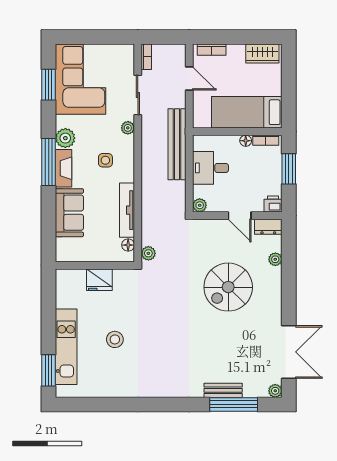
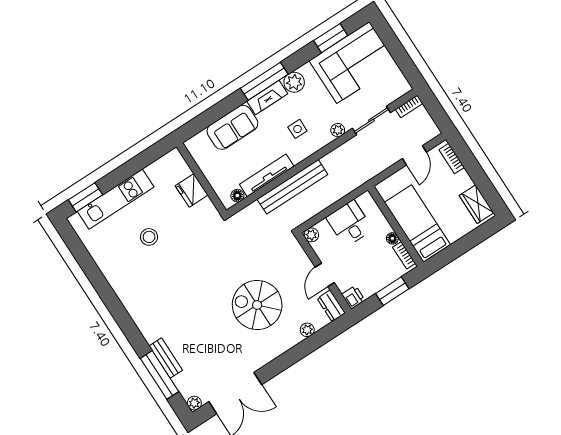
bench: (177, 144) -> (292, 187), moved
plant: (148, 253) -> (242, 218), removed

